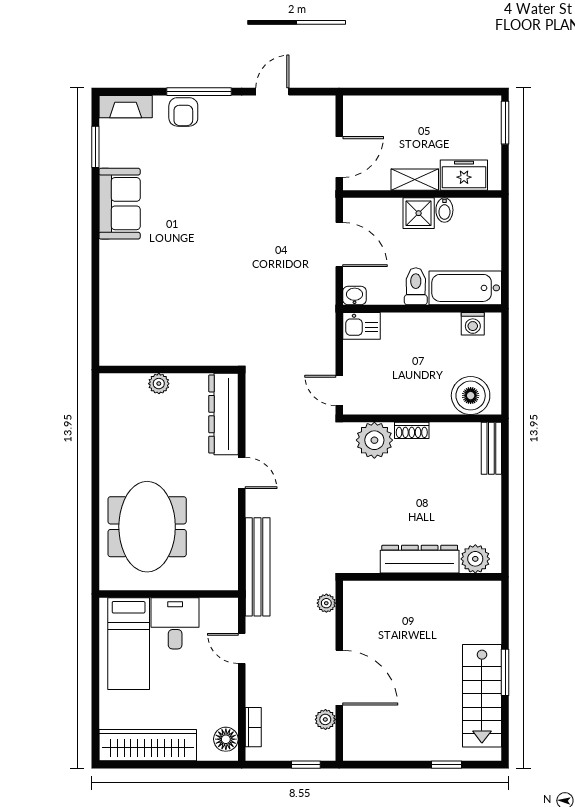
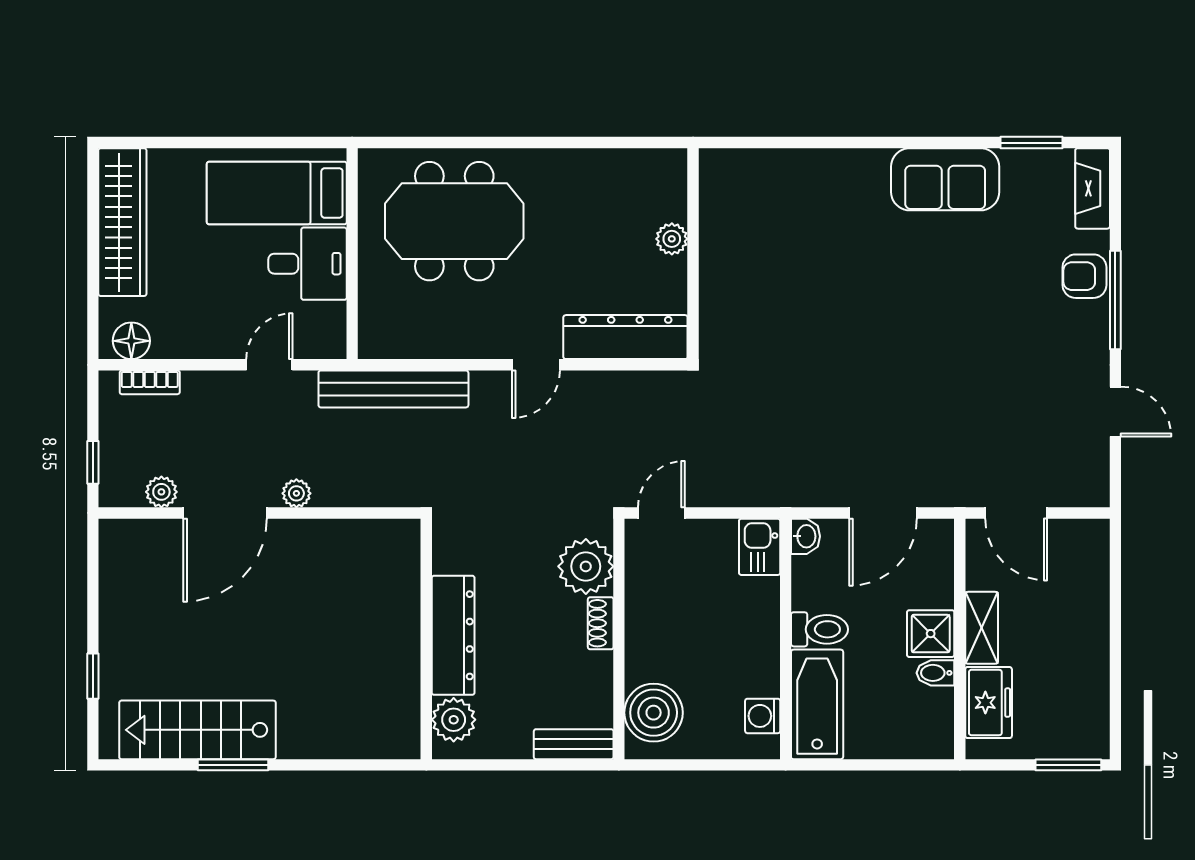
dresser: (420, 559) -> (453, 635), moved
plant: (475, 559) -> (454, 720), moved
wall: (422, 577) -> (426, 639), moved
plant: (326, 603) -> (296, 493), moved

